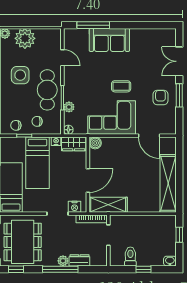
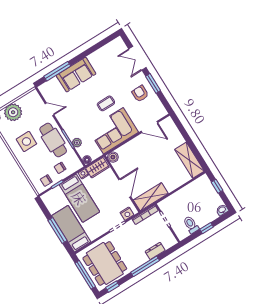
shelving: (168, 183) -> (189, 160), width x0.68
plant: (63, 261) -> (143, 259), removed

